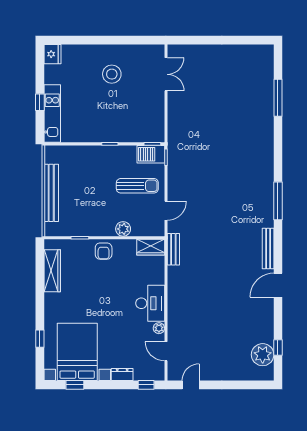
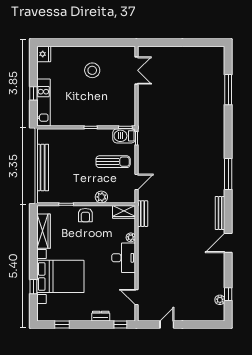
plant: (159, 328) -> (131, 237), moved
bed with nightstands: (77, 352) -> (60, 276), moved, turned 90
plant: (263, 355) -> (220, 300), width x0.53, depth x0.53
door: (191, 385) -> (167, 325), moved

